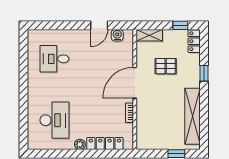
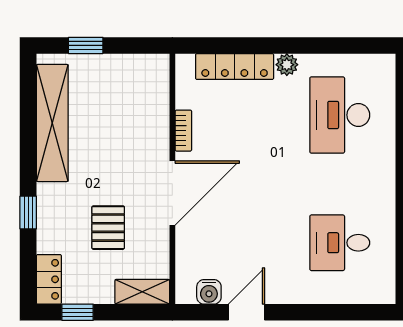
desk: (54, 59) -> (340, 243), turned 180
pallet: (166, 66) -> (108, 228), turned 90

